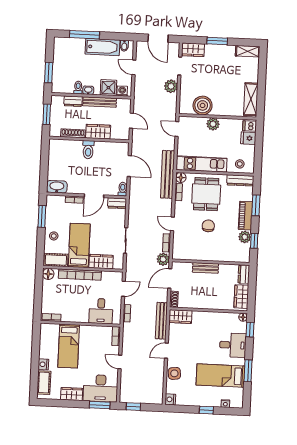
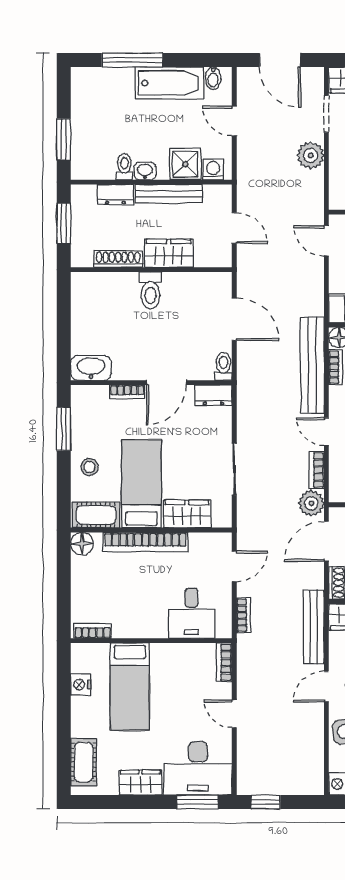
bench: (168, 174) -> (312, 365), moved
nightstand: (43, 364) -> (81, 685), moved

